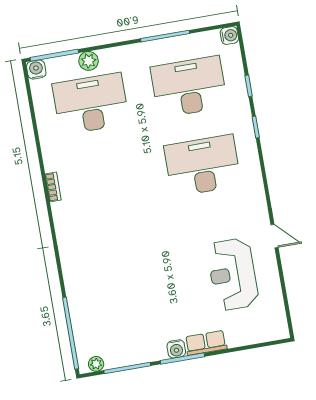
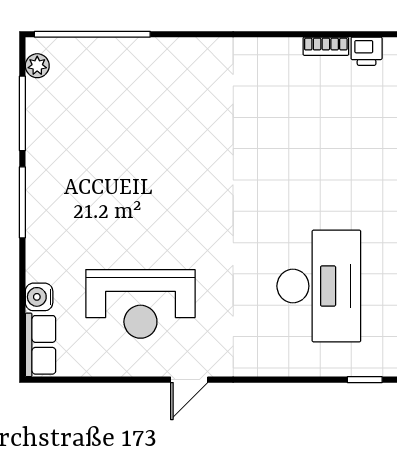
printer: (52, 161) -> (367, 51), added
reception desk: (233, 274) -> (140, 304), turned 180
row of seats: (206, 343) -> (40, 345), moved
water cooler: (176, 349) -> (39, 297), moved

